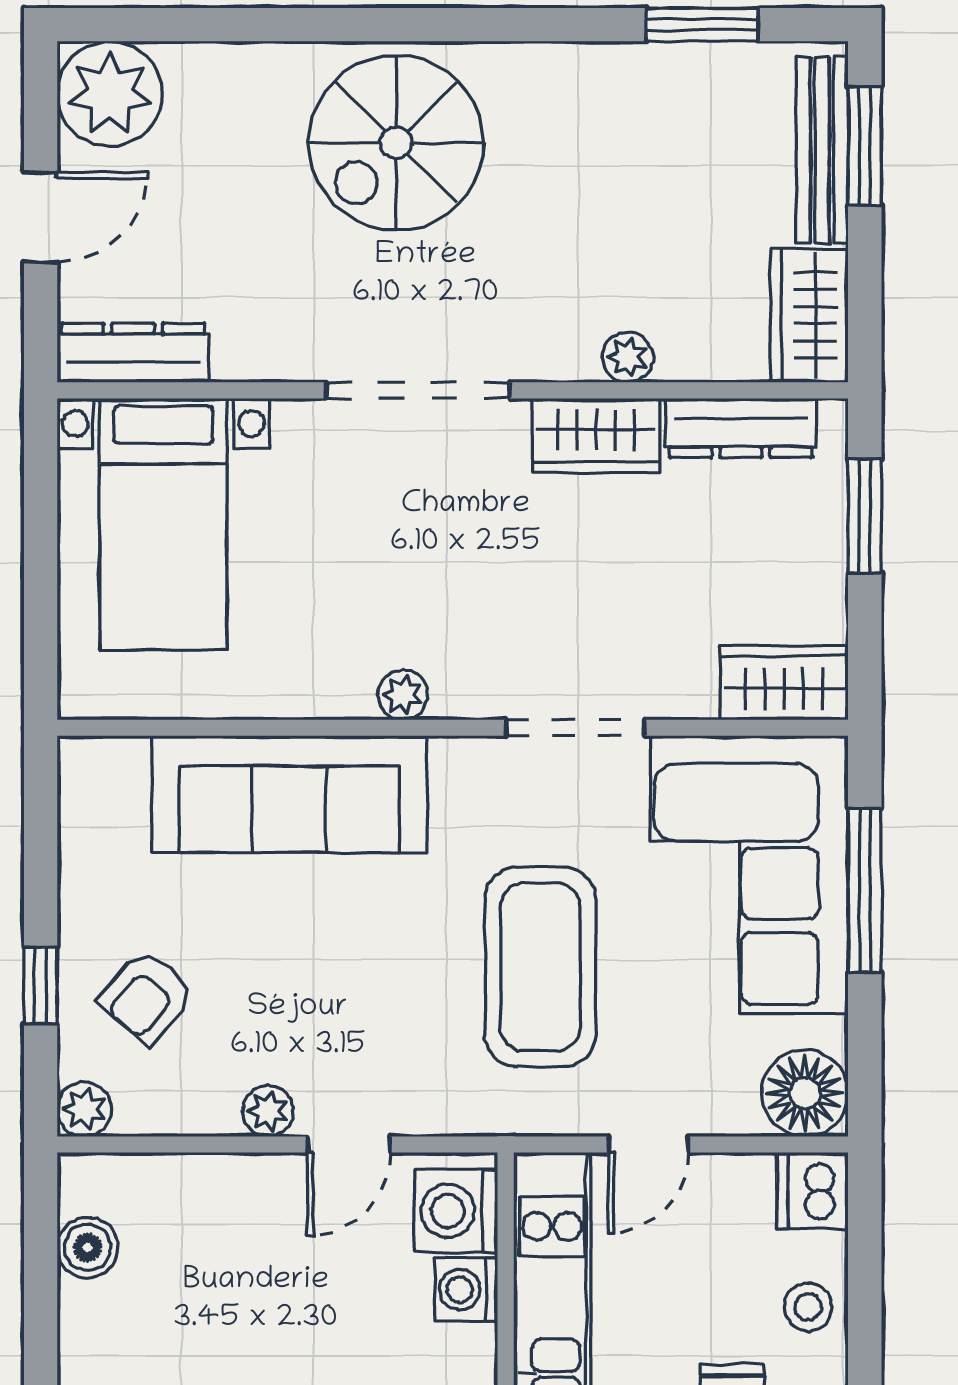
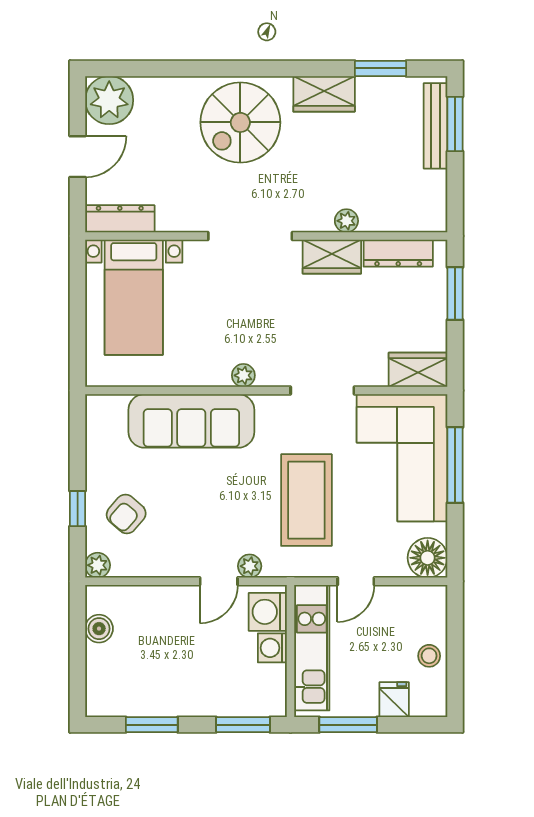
wardrobe: (809, 315) -> (324, 94), moved, turned -90
plant: (268, 1111) -> (250, 566), moved
dishwasher: (812, 1191) -> (431, 603), removed

